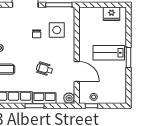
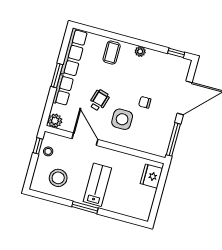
fridge: (112, 14) -> (151, 176), moved
side table: (57, 30) -> (122, 119), moved
door: (77, 72) -> (85, 139), swing flipped
stool: (112, 84) -> (58, 178), added

